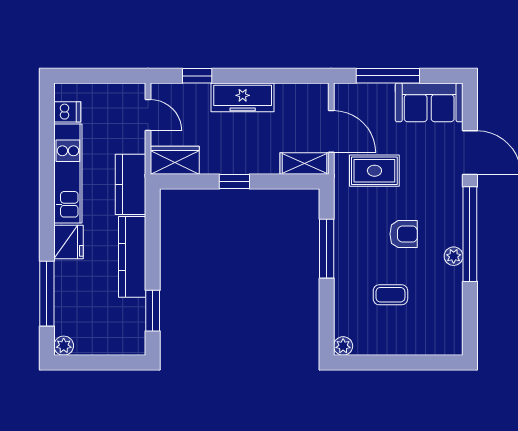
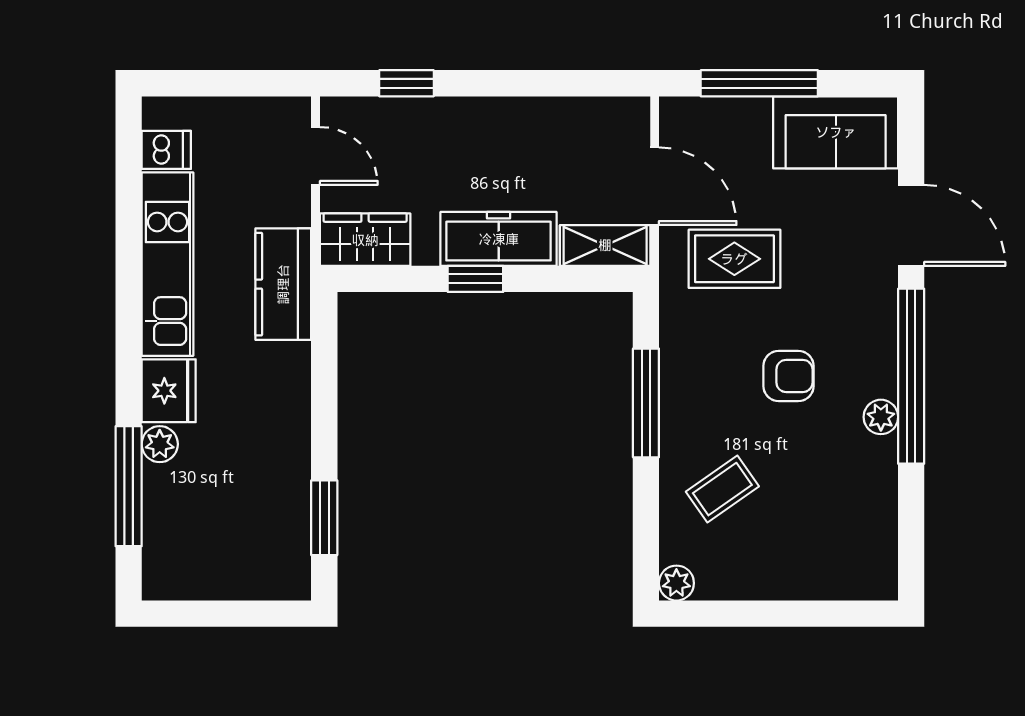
freezer: (243, 97) -> (499, 239), moved, turned 180
kitchen counter: (132, 257) -> (286, 418), removed
coffee table: (390, 295) -> (722, 489), moved, turned -35
plant: (64, 346) -> (160, 444), moved

